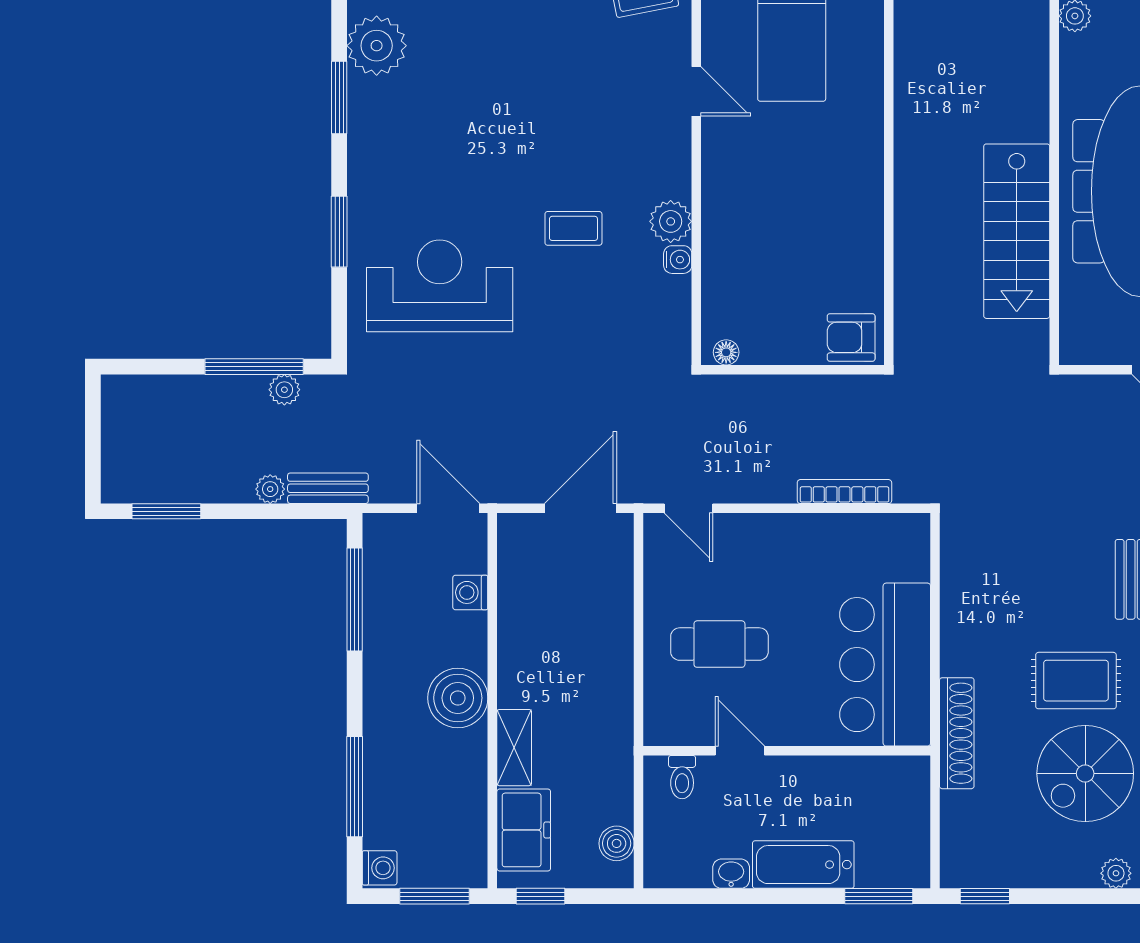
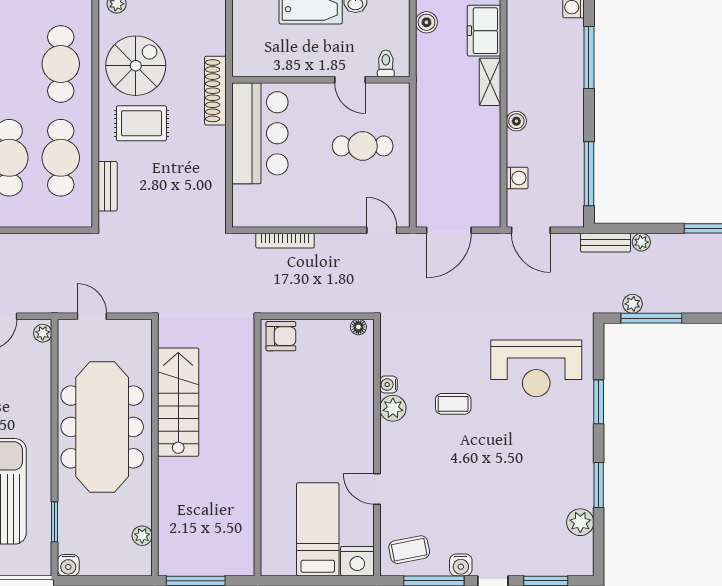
plant: (377, 46) -> (580, 522), width x0.73, depth x0.73
boiler: (458, 698) -> (516, 121), width x0.54, depth x0.54

